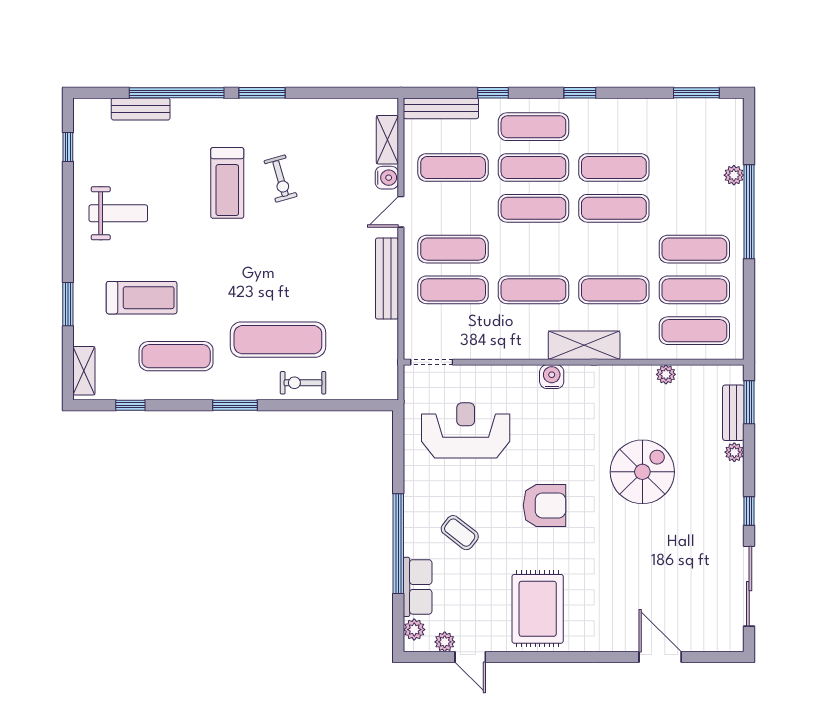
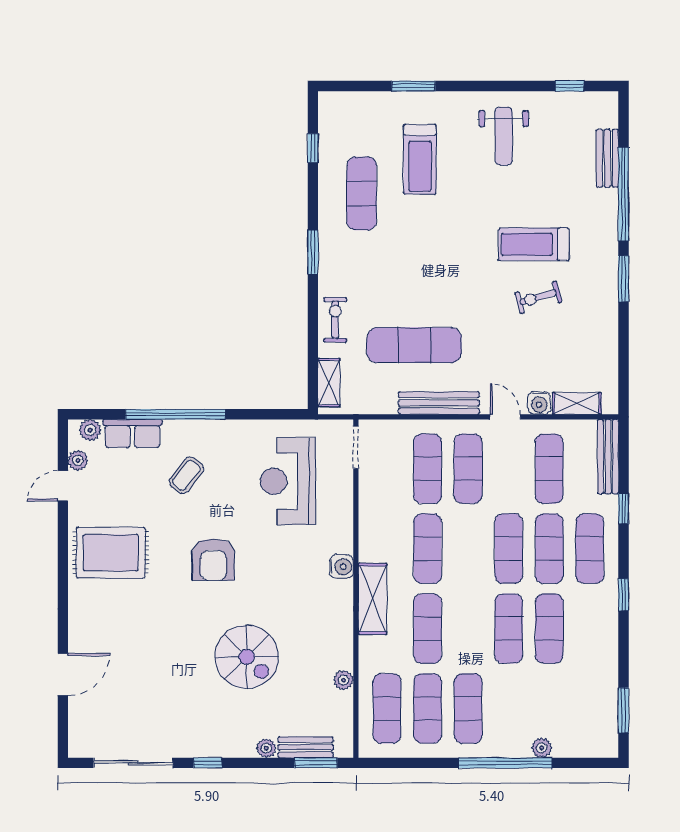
exercise mat: (278, 340) -> (414, 345), moved, turned 90
shelving: (84, 371) -> (329, 383), moved, turned 90
reception desk: (466, 430) -> (288, 481), turned 180

